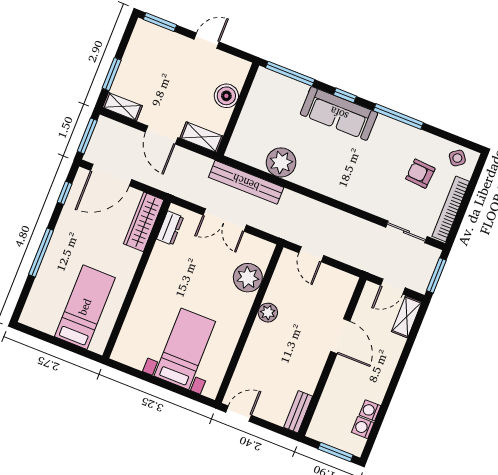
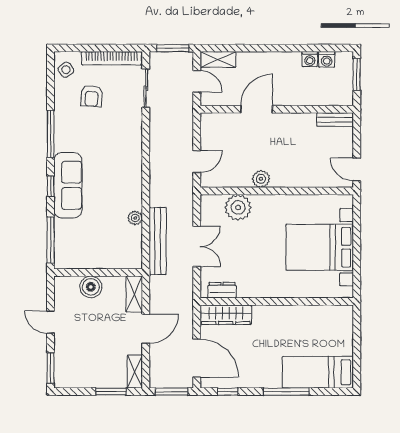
plant: (281, 162) -> (135, 218), width x0.53, depth x0.53
bed: (85, 307) -> (318, 372), moved
bed with nightstands: (185, 349) -> (320, 247), width x1.36

